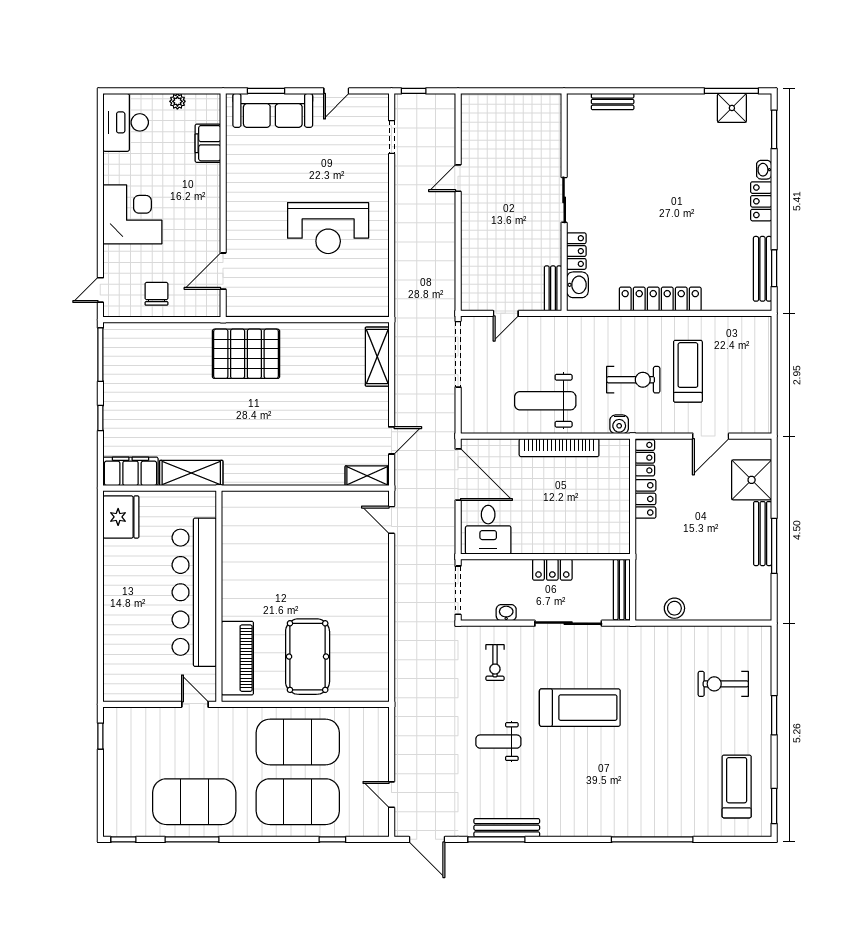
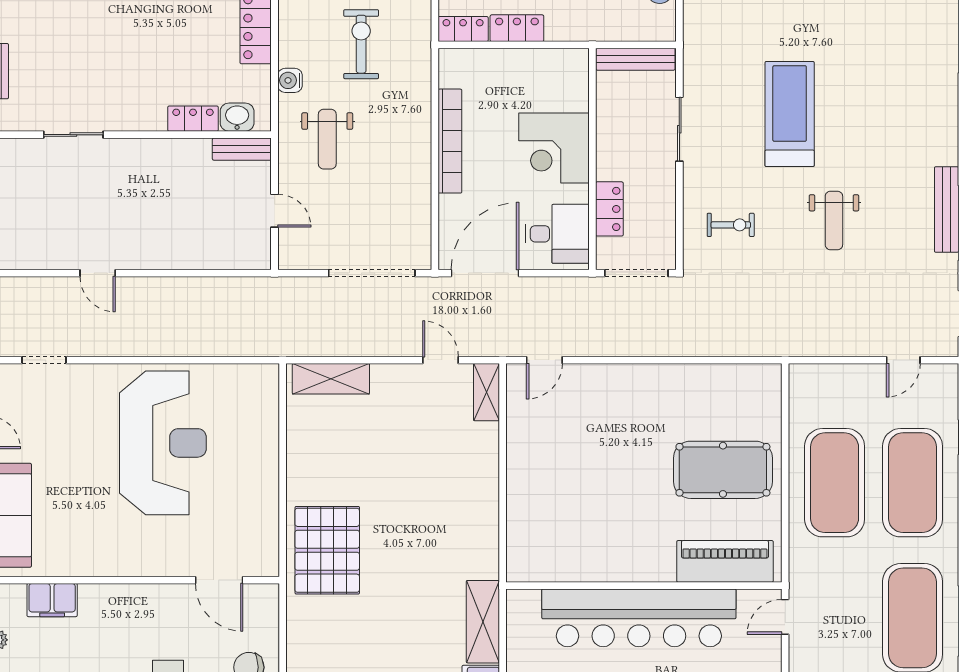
sliding door: (564, 200) -> (73, 135), moved
reception desk: (328, 228) -> (163, 443), width x1.36, depth x1.30
doorway: (458, 354) -> (372, 273), moved
weight bench: (545, 401) -> (327, 139), moved, width x0.73, depth x0.75
water cooler: (619, 424) -> (290, 80), moved, turned 180
corner desk: (554, 527) -> (554, 148), added
locker: (552, 570) -> (609, 209), moved
washbasin: (506, 613) -> (666, 210), removed
sliding door: (568, 623) -> (679, 129), width x0.73

